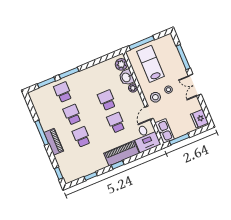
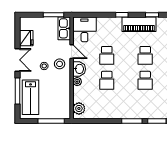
lab bench: (151, 64) -> (31, 97), moved
washbasin: (126, 77) -> (79, 69), moved
school desk: (63, 92) -> (145, 105), removed
door: (149, 113) -> (72, 52), hinge flipped
fridge: (199, 119) -> (26, 38), moved
piano: (121, 153) -> (139, 24), moved

